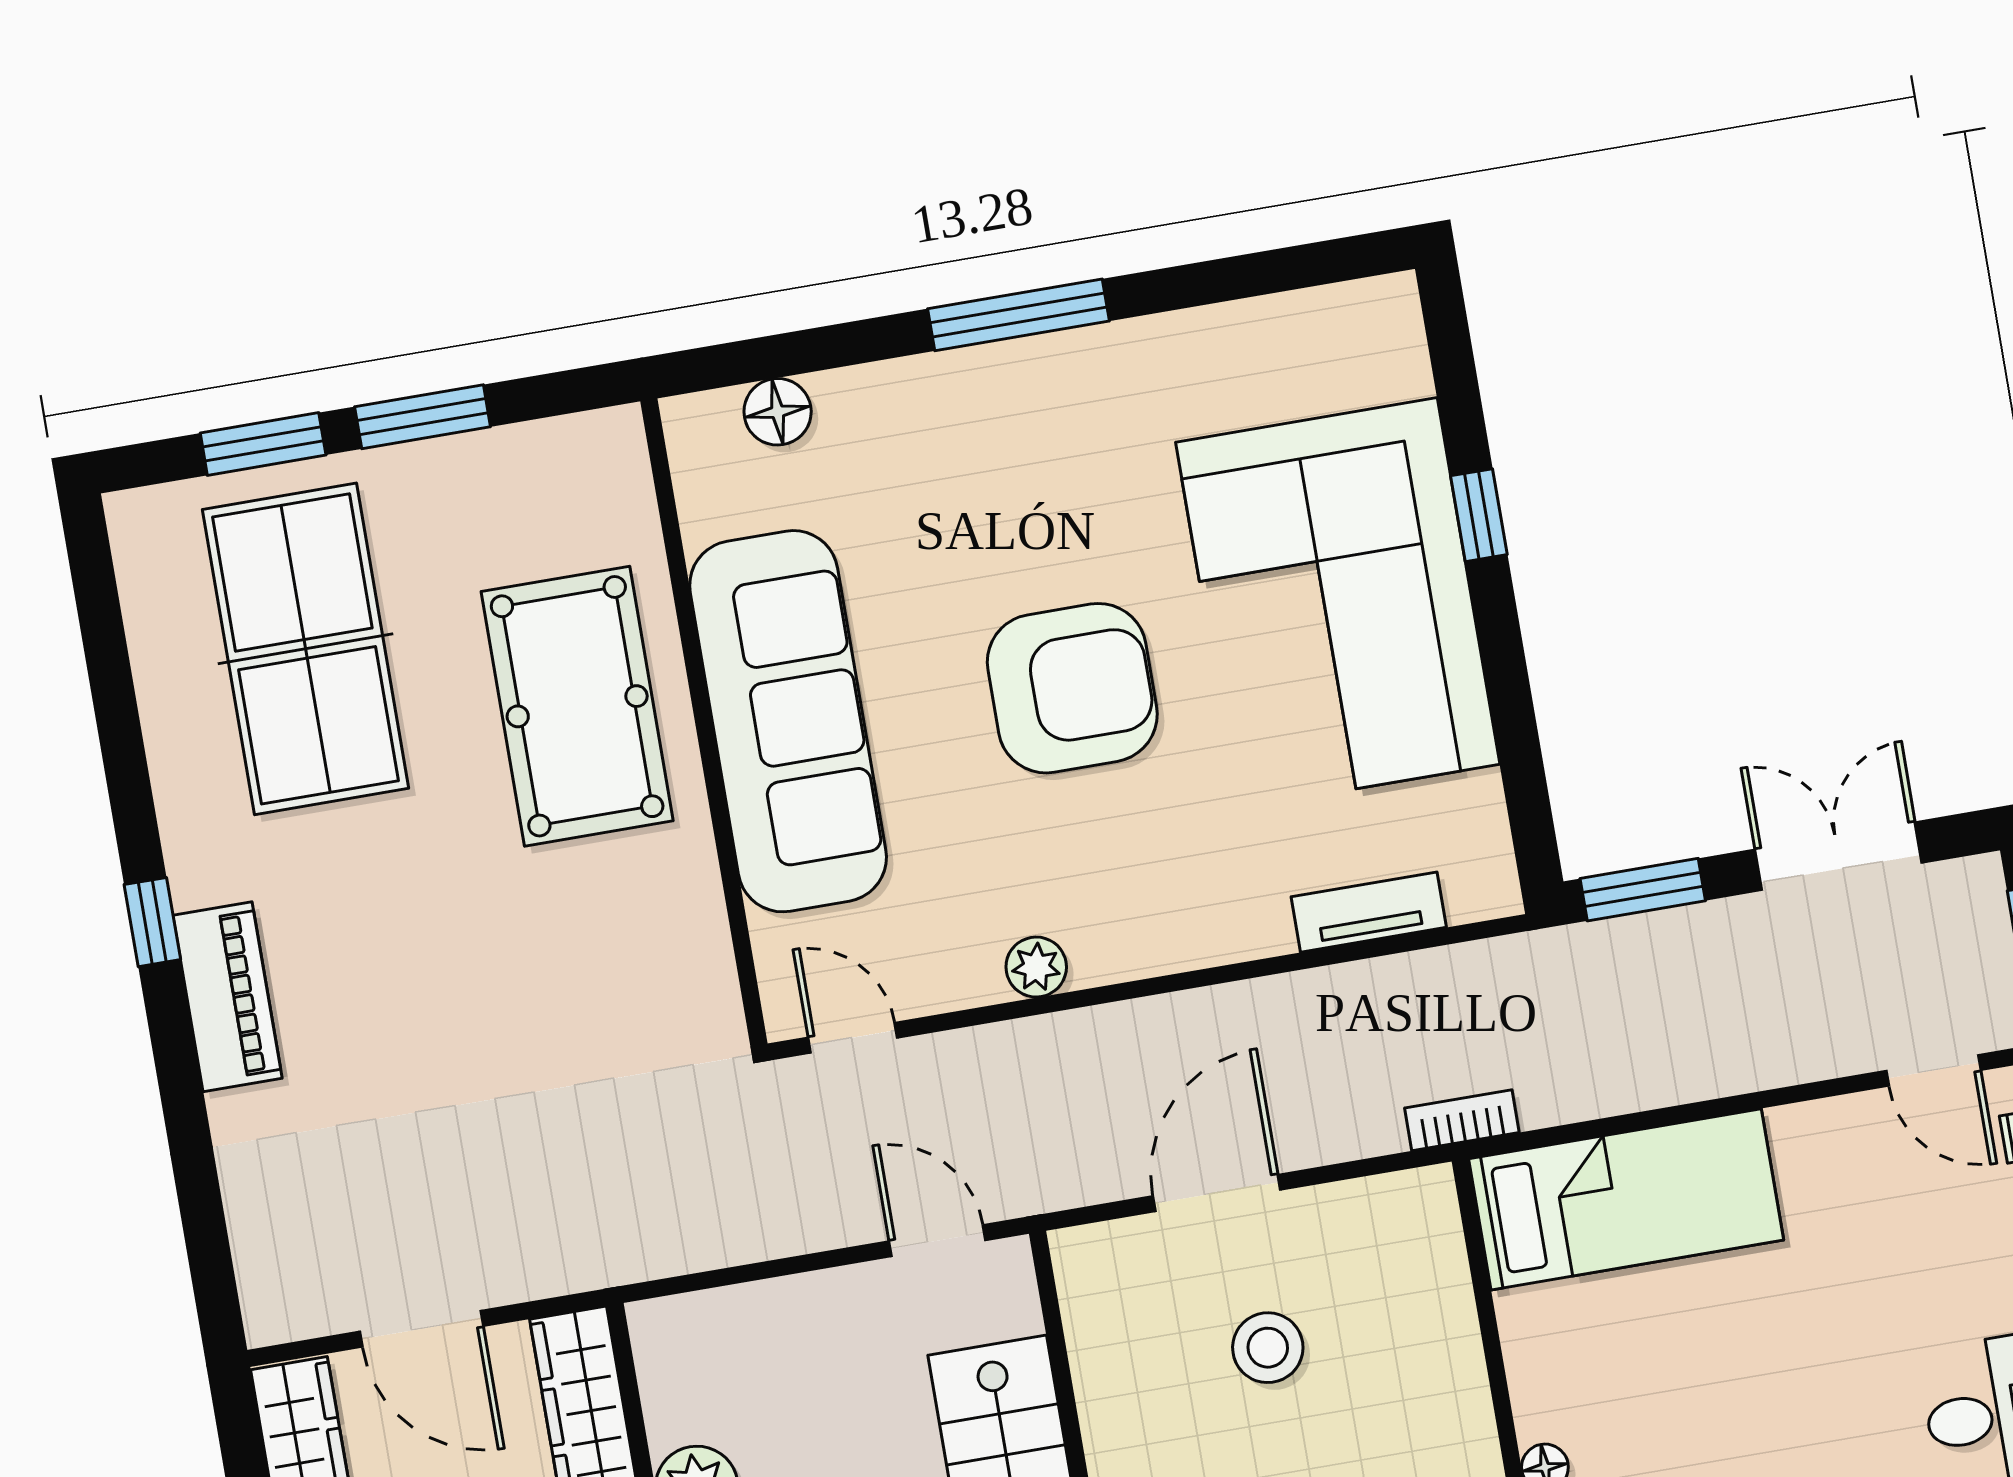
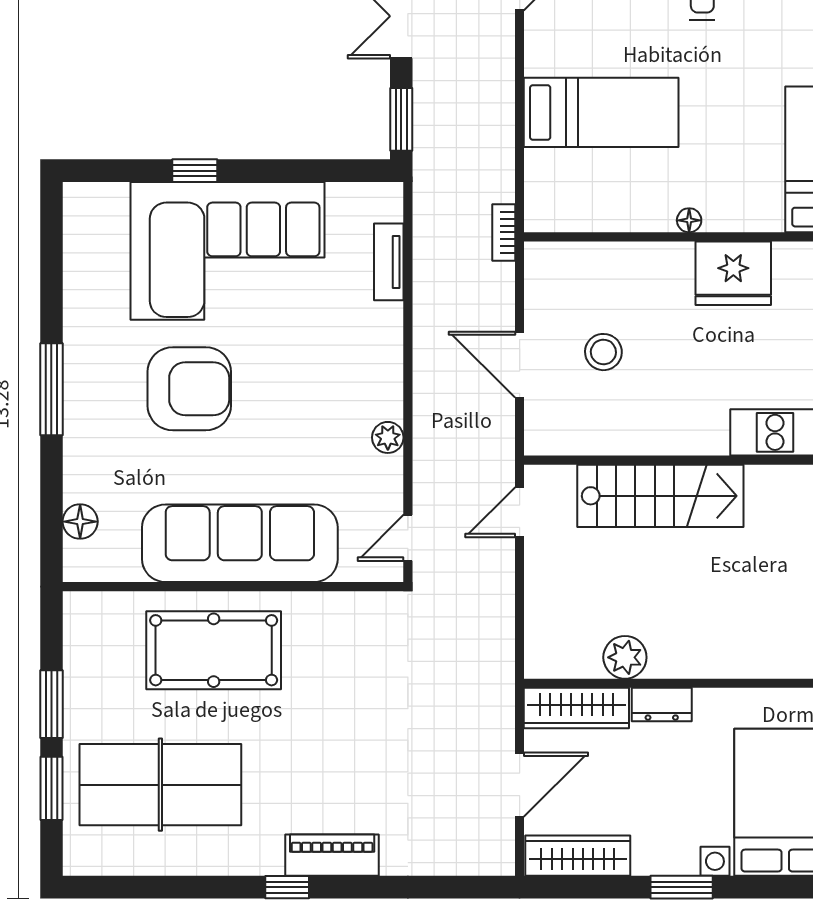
armchair: (1072, 688) -> (189, 389), moved, turned 90
bed: (1626, 1199) -> (601, 112), moved, turned 90

